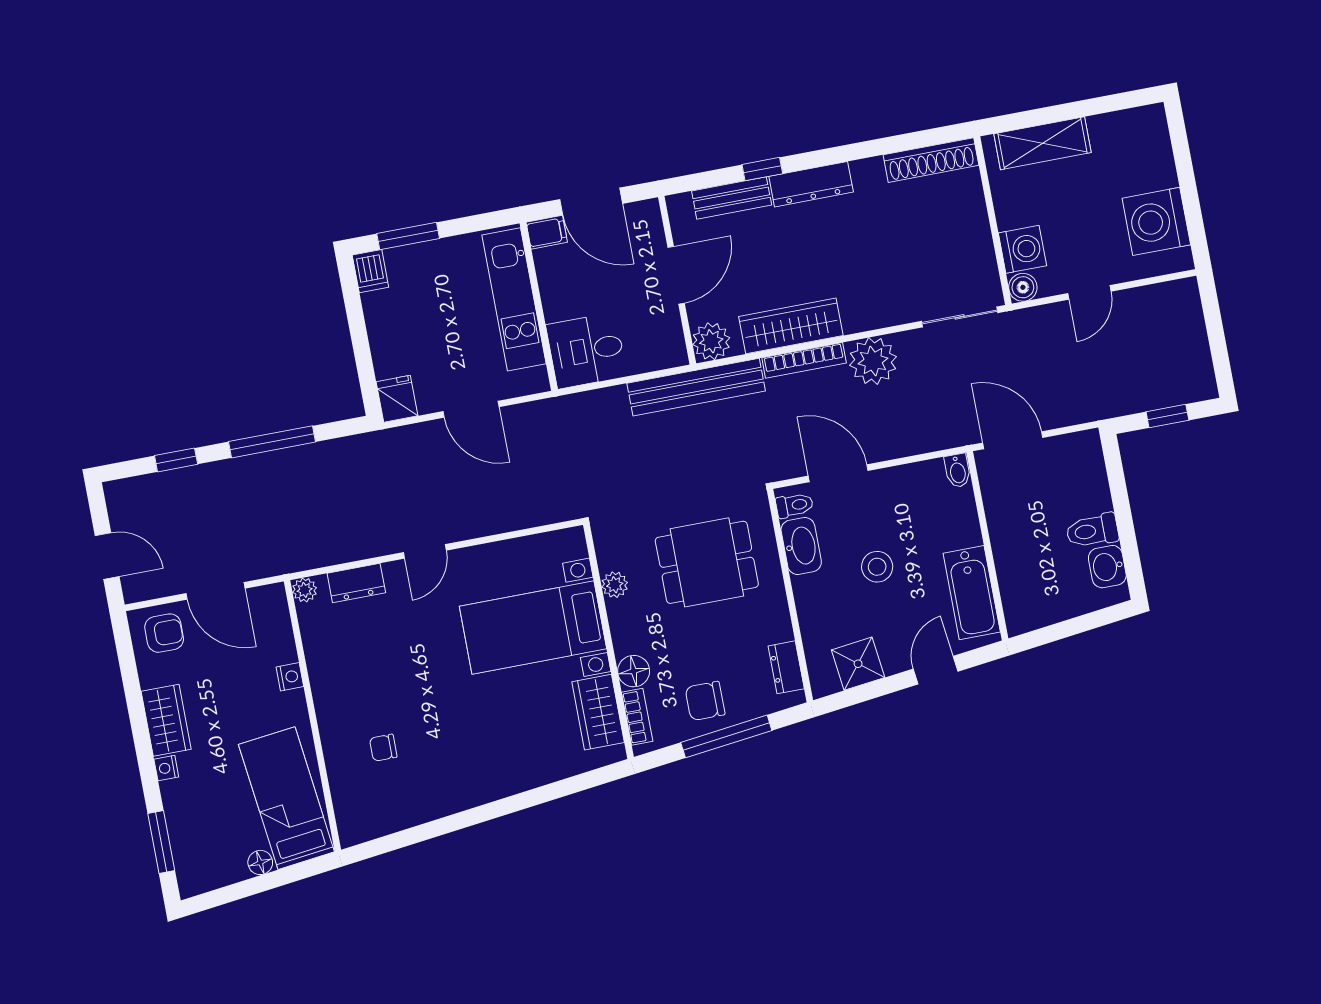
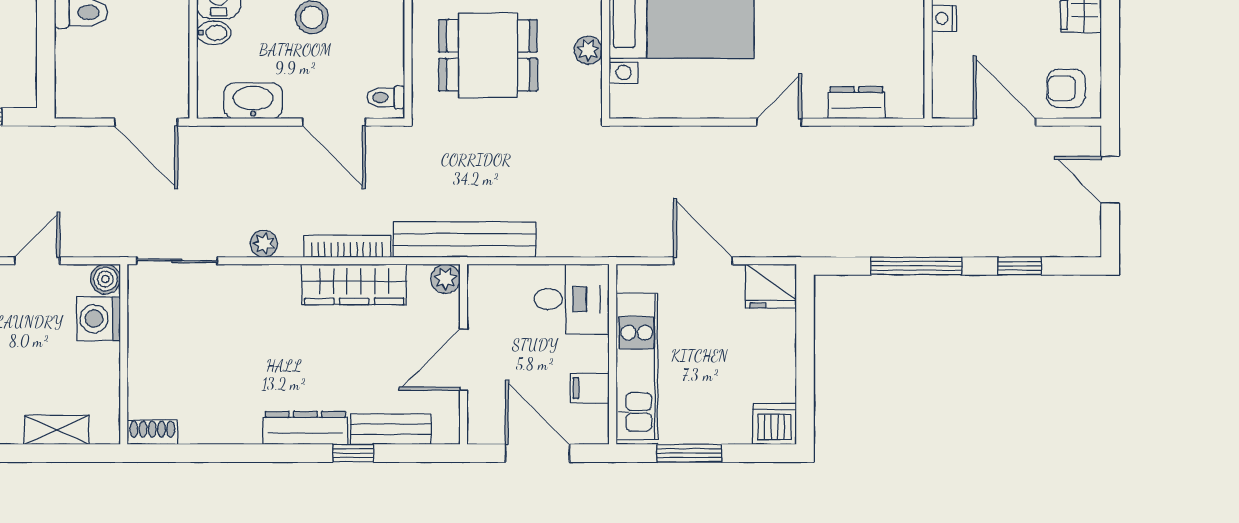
shelving: (1042, 143) -> (57, 430), width x0.67, depth x0.75
shoe rack: (931, 160) -> (152, 432), width x0.51, depth x0.81
filing cabinet: (547, 232) -> (590, 388), moved
window: (408, 236) -> (689, 453), moved
dishwasher: (370, 271) -> (775, 424), width x1.38
plant: (711, 341) -> (445, 279), width x0.73, depth x0.73
plant: (873, 361) -> (264, 244), width x0.53, depth x0.53
fridge: (397, 399) -> (771, 286), width x1.38
bidet: (957, 471) -> (214, 33), moved, turned 90
washbasin: (801, 546) -> (253, 101), moved, turned 90
plant: (305, 590) -> (912, 106), removed

